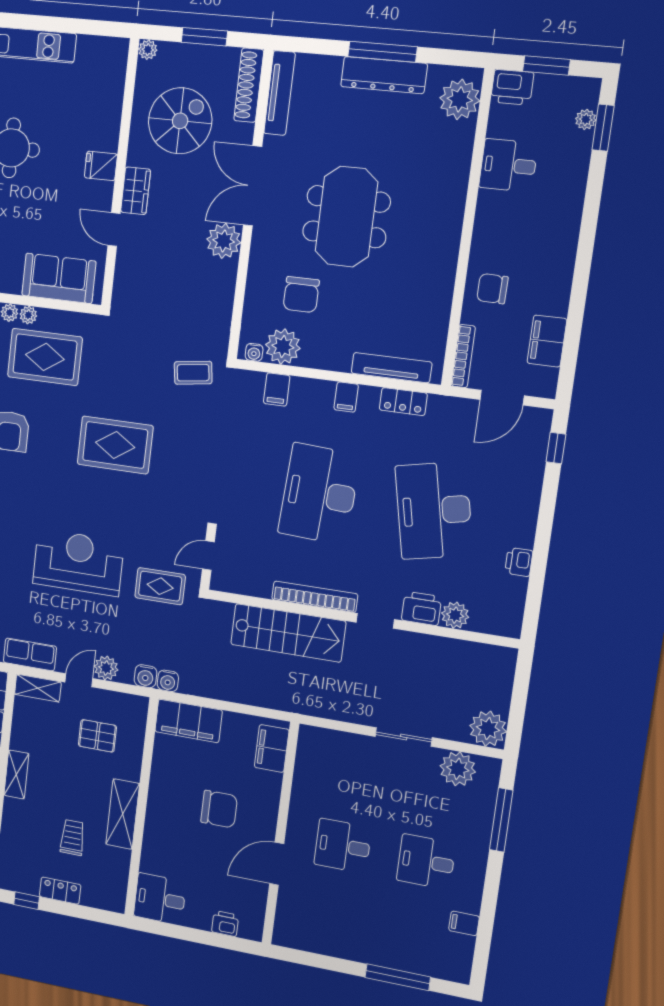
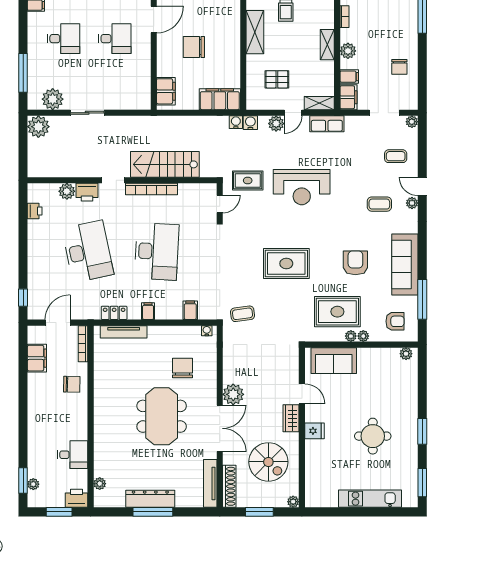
plant: (460, 99) -> (100, 484), width x0.53, depth x0.53
spiral stairs: (180, 121) -> (268, 462), turned -90
plant: (283, 346) -> (190, 336), removed
printer: (519, 562) -> (35, 211), moved

